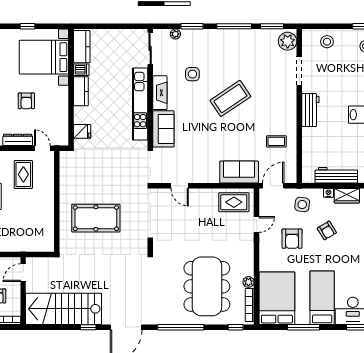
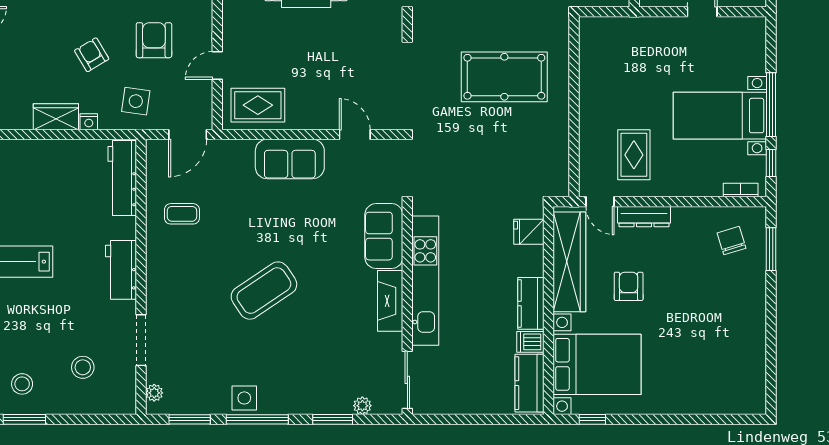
window: (28, 26) -> (592, 419), moved
plant: (288, 41) -> (154, 393), width x0.53, depth x0.53
stool: (327, 42) -> (83, 367), moved
side table: (192, 74) -> (244, 398), moved
wardrobe: (59, 114) -> (569, 262), added
sofa: (239, 172) -> (290, 159), moved
workbench: (336, 175) -> (122, 178), moved, turned 90

